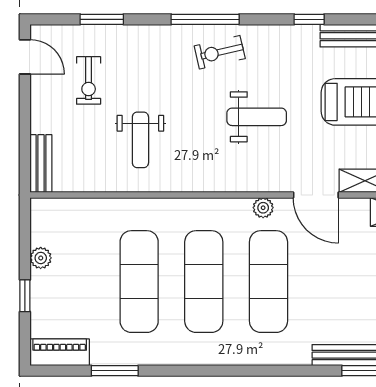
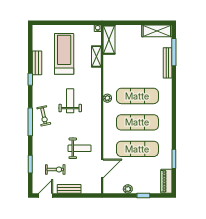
bench: (41, 164) -> (69, 189), moved
door: (316, 195) -> (102, 169), moved

